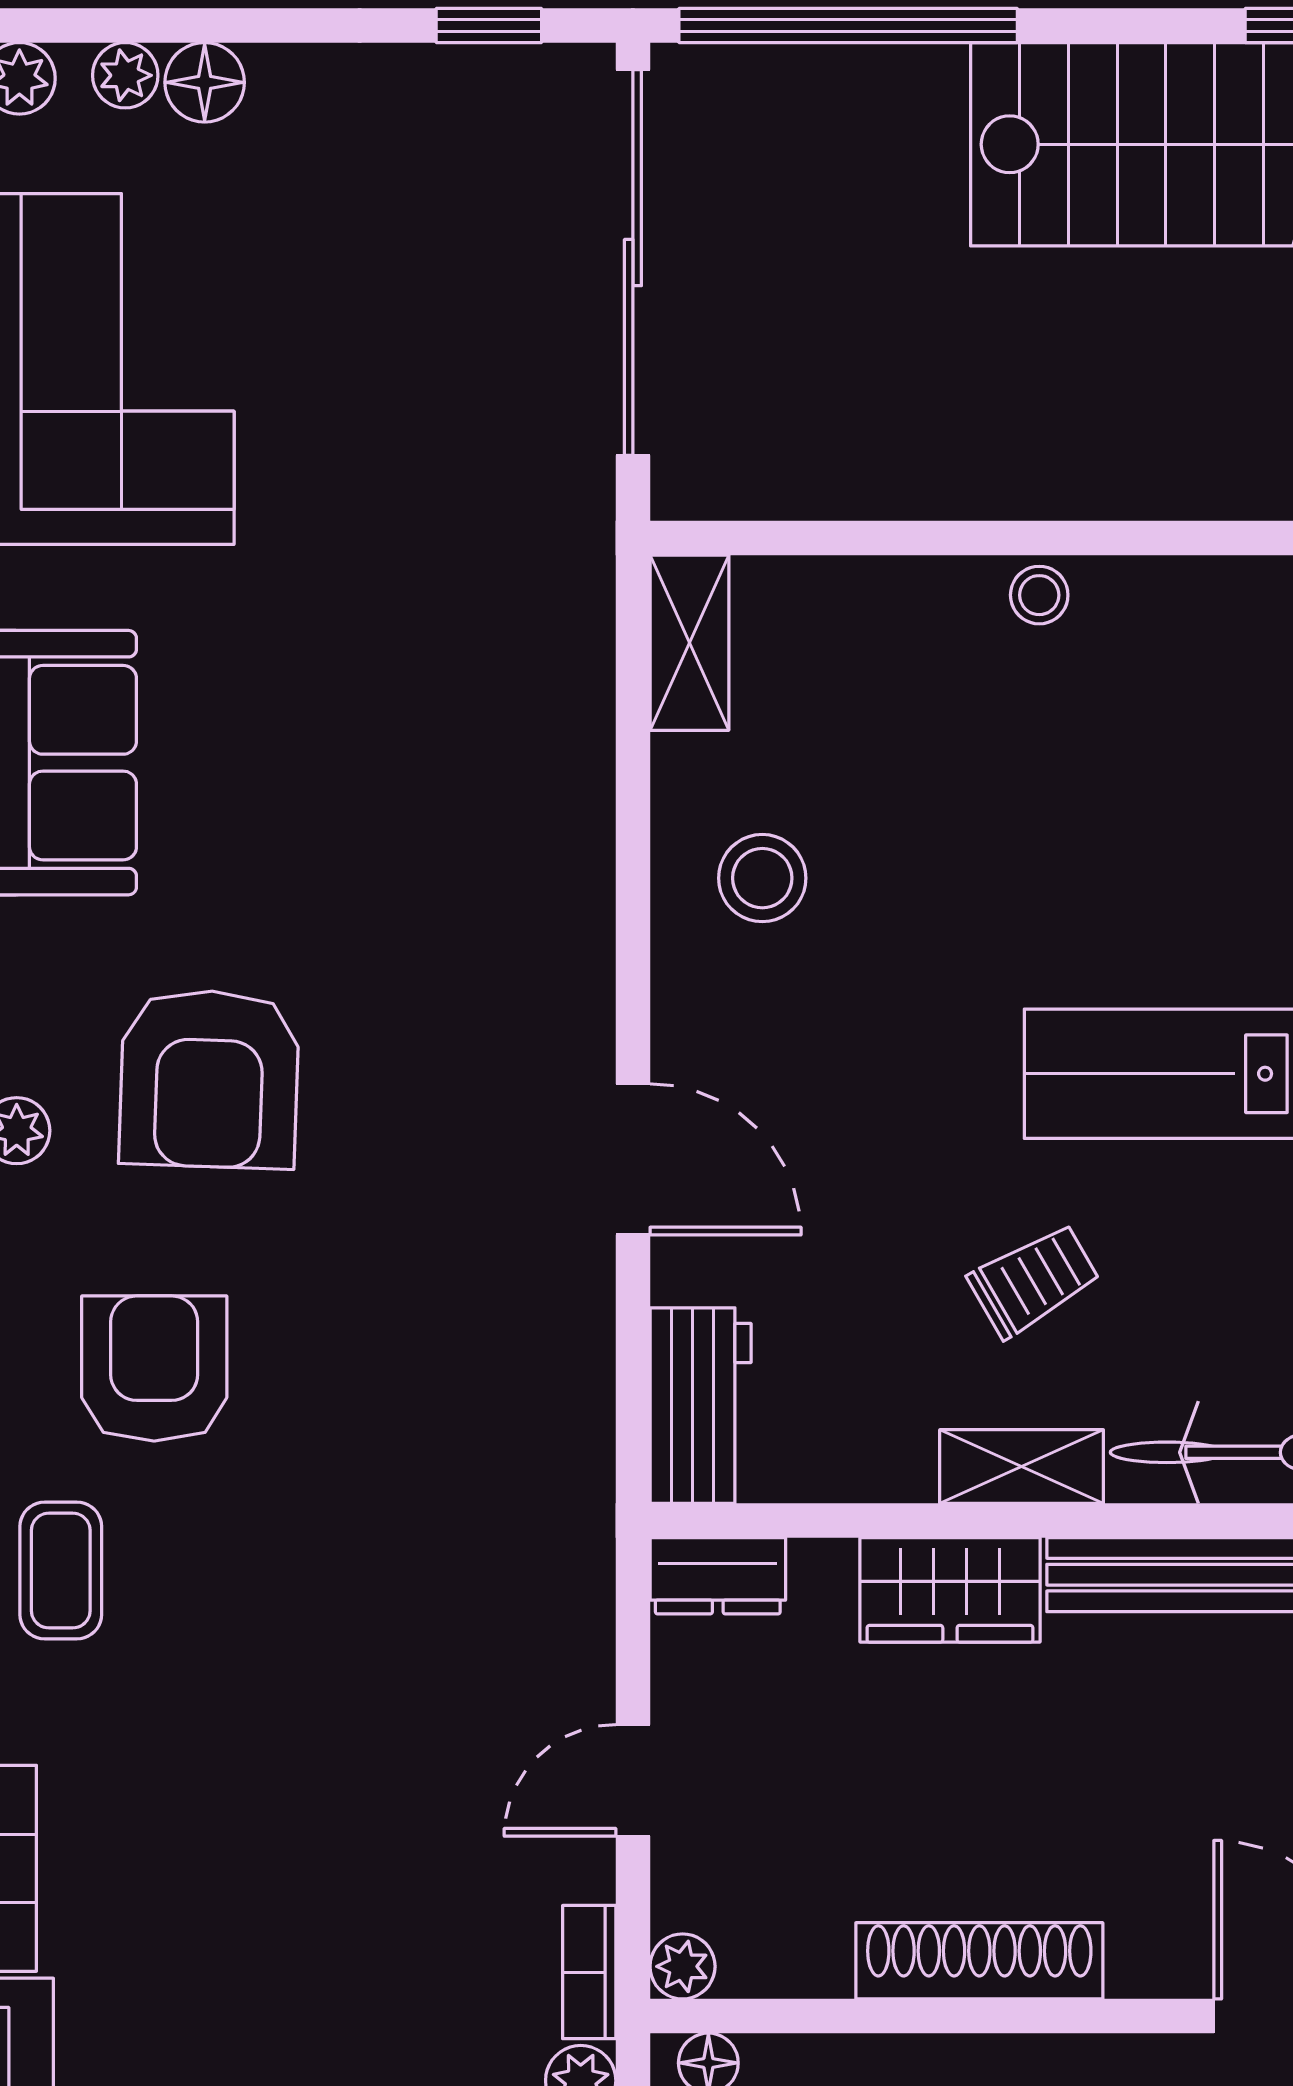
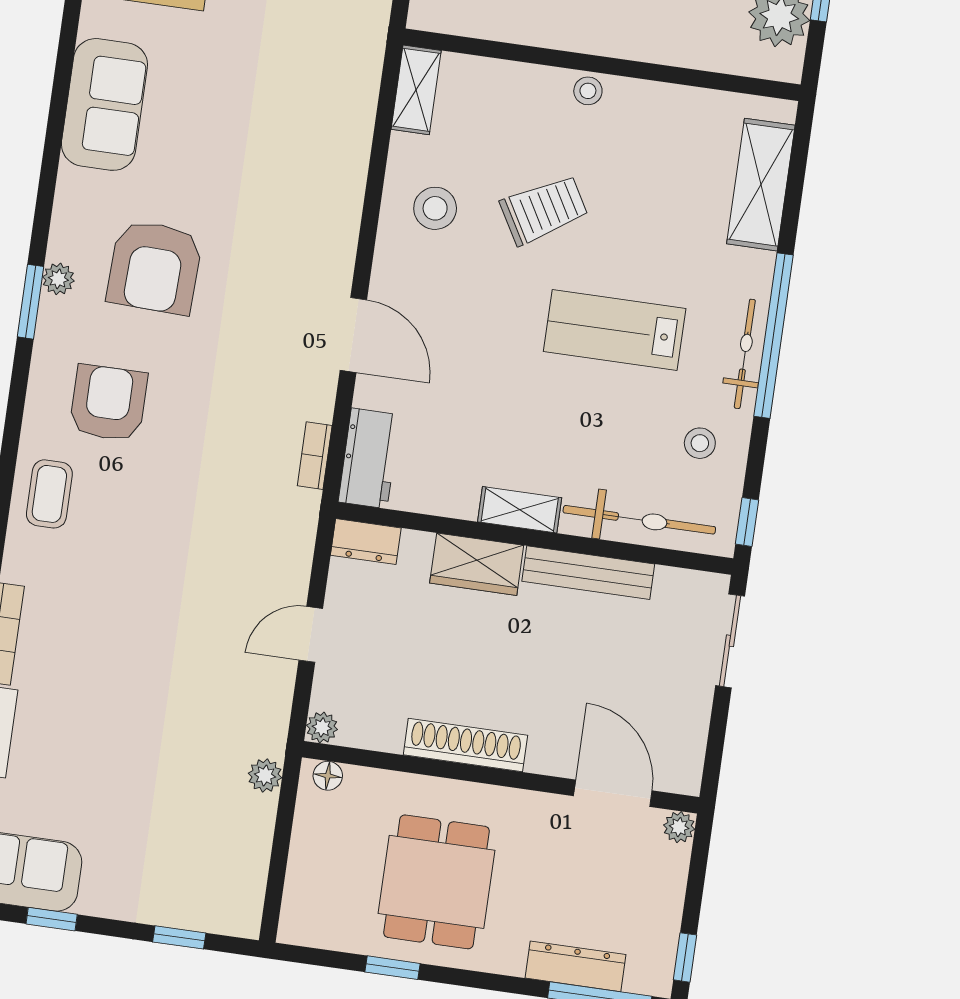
trolley: (1034, 1280) -> (544, 210), moved, width x1.36, depth x1.39
bookcase: (589, 1972) -> (315, 456), moved

